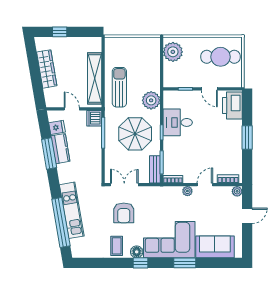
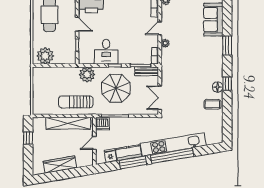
window: (60, 32) -> (28, 138), moved
door: (209, 89) -> (77, 24), hinge flipped
door: (205, 185) -> (160, 28), hinge flipped
kitchen unit: (72, 210) -> (173, 144), width x1.36
armchair: (124, 213) -> (184, 98), removed
window: (61, 222) -> (172, 156), moved
corner sofa: (169, 240) -> (207, 59), removed

